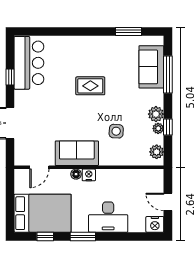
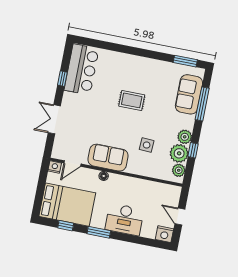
window: (128, 31) -> (185, 61), moved
plant: (158, 128) -> (179, 153), width x1.87, depth x1.87
nightstand: (89, 175) -> (55, 167), moved

